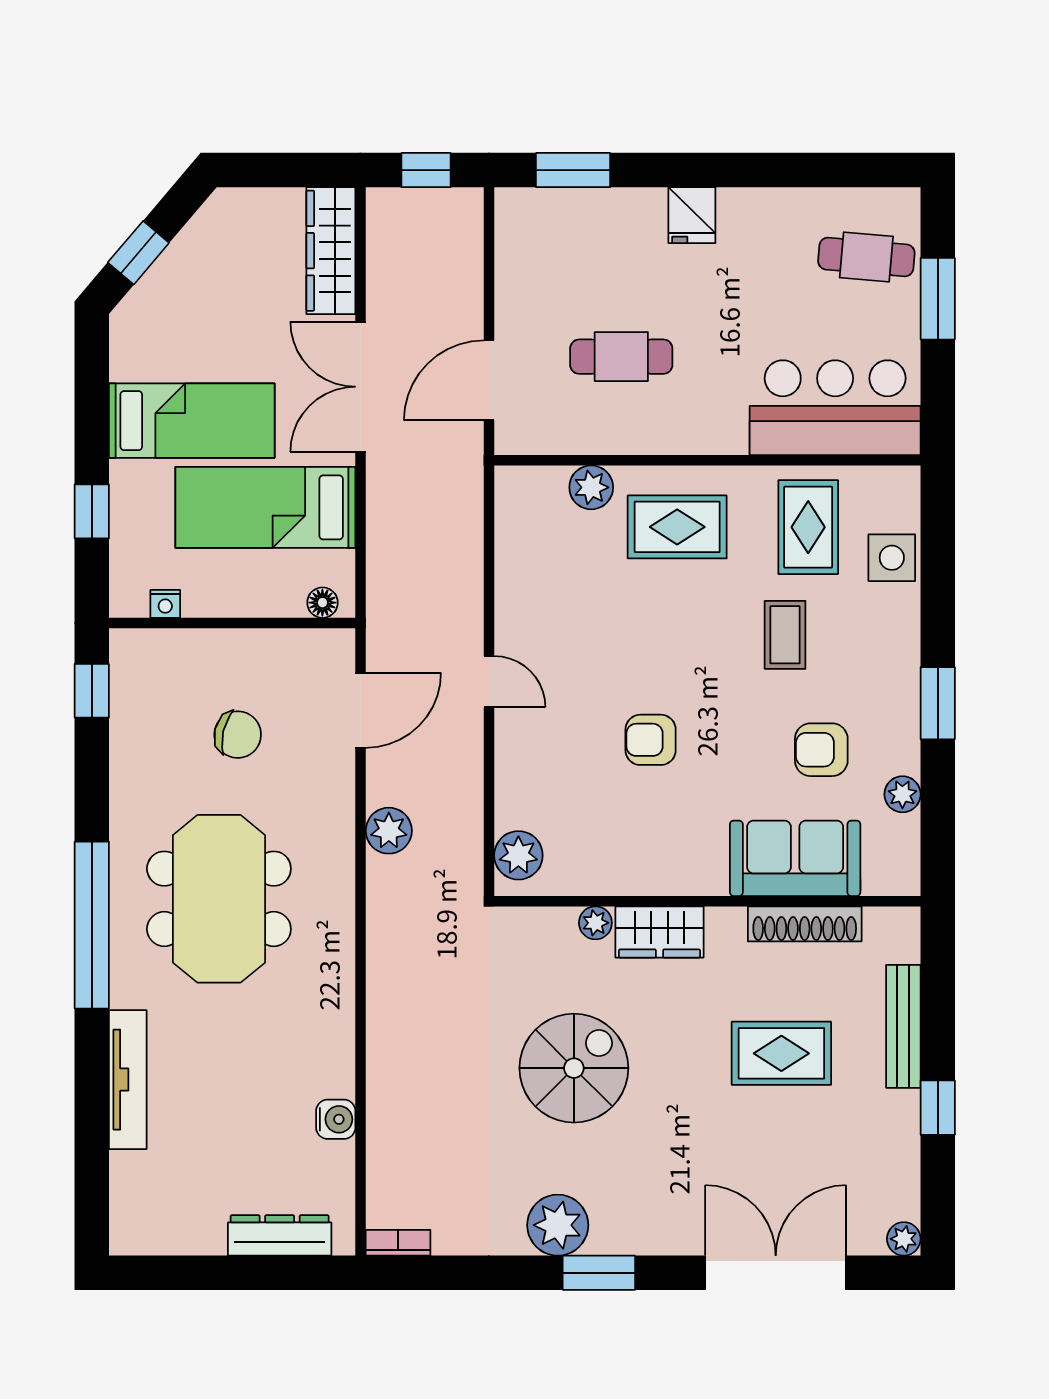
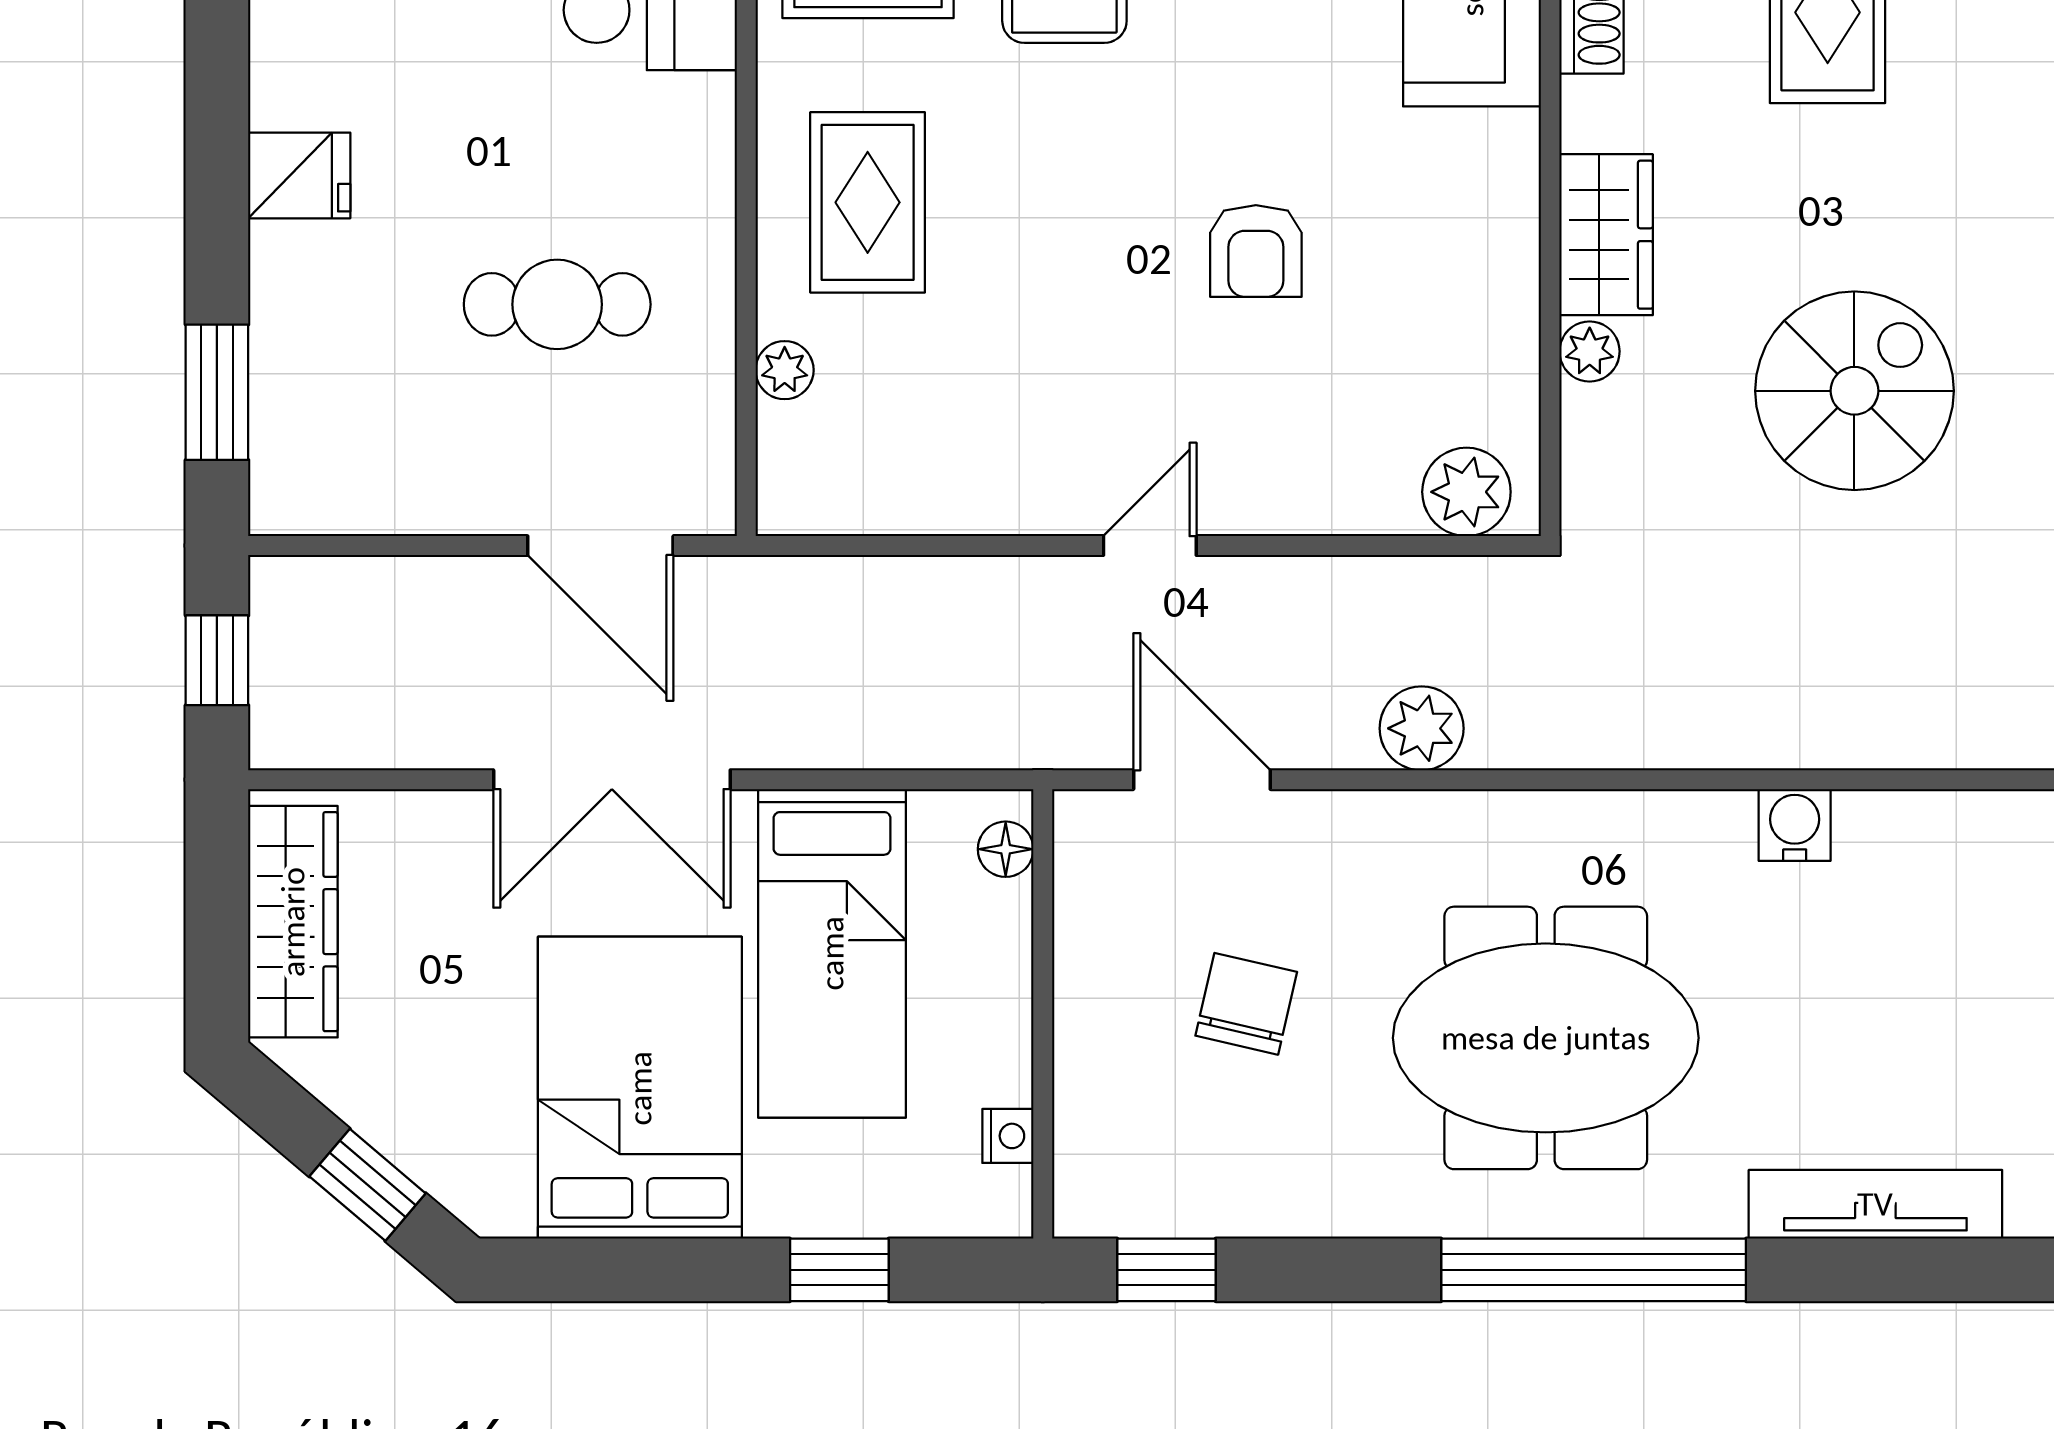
wardrobe: (331, 251) -> (293, 922), moved, turned -90
cafe table: (621, 357) -> (557, 304), turned 90
bed: (192, 421) -> (640, 1088), width x1.50
plant: (591, 487) -> (785, 370), width x0.73, depth x0.73
spiral stairs: (574, 1068) -> (1854, 391), turned 90
water cooler: (336, 1119) -> (1795, 825), moved

